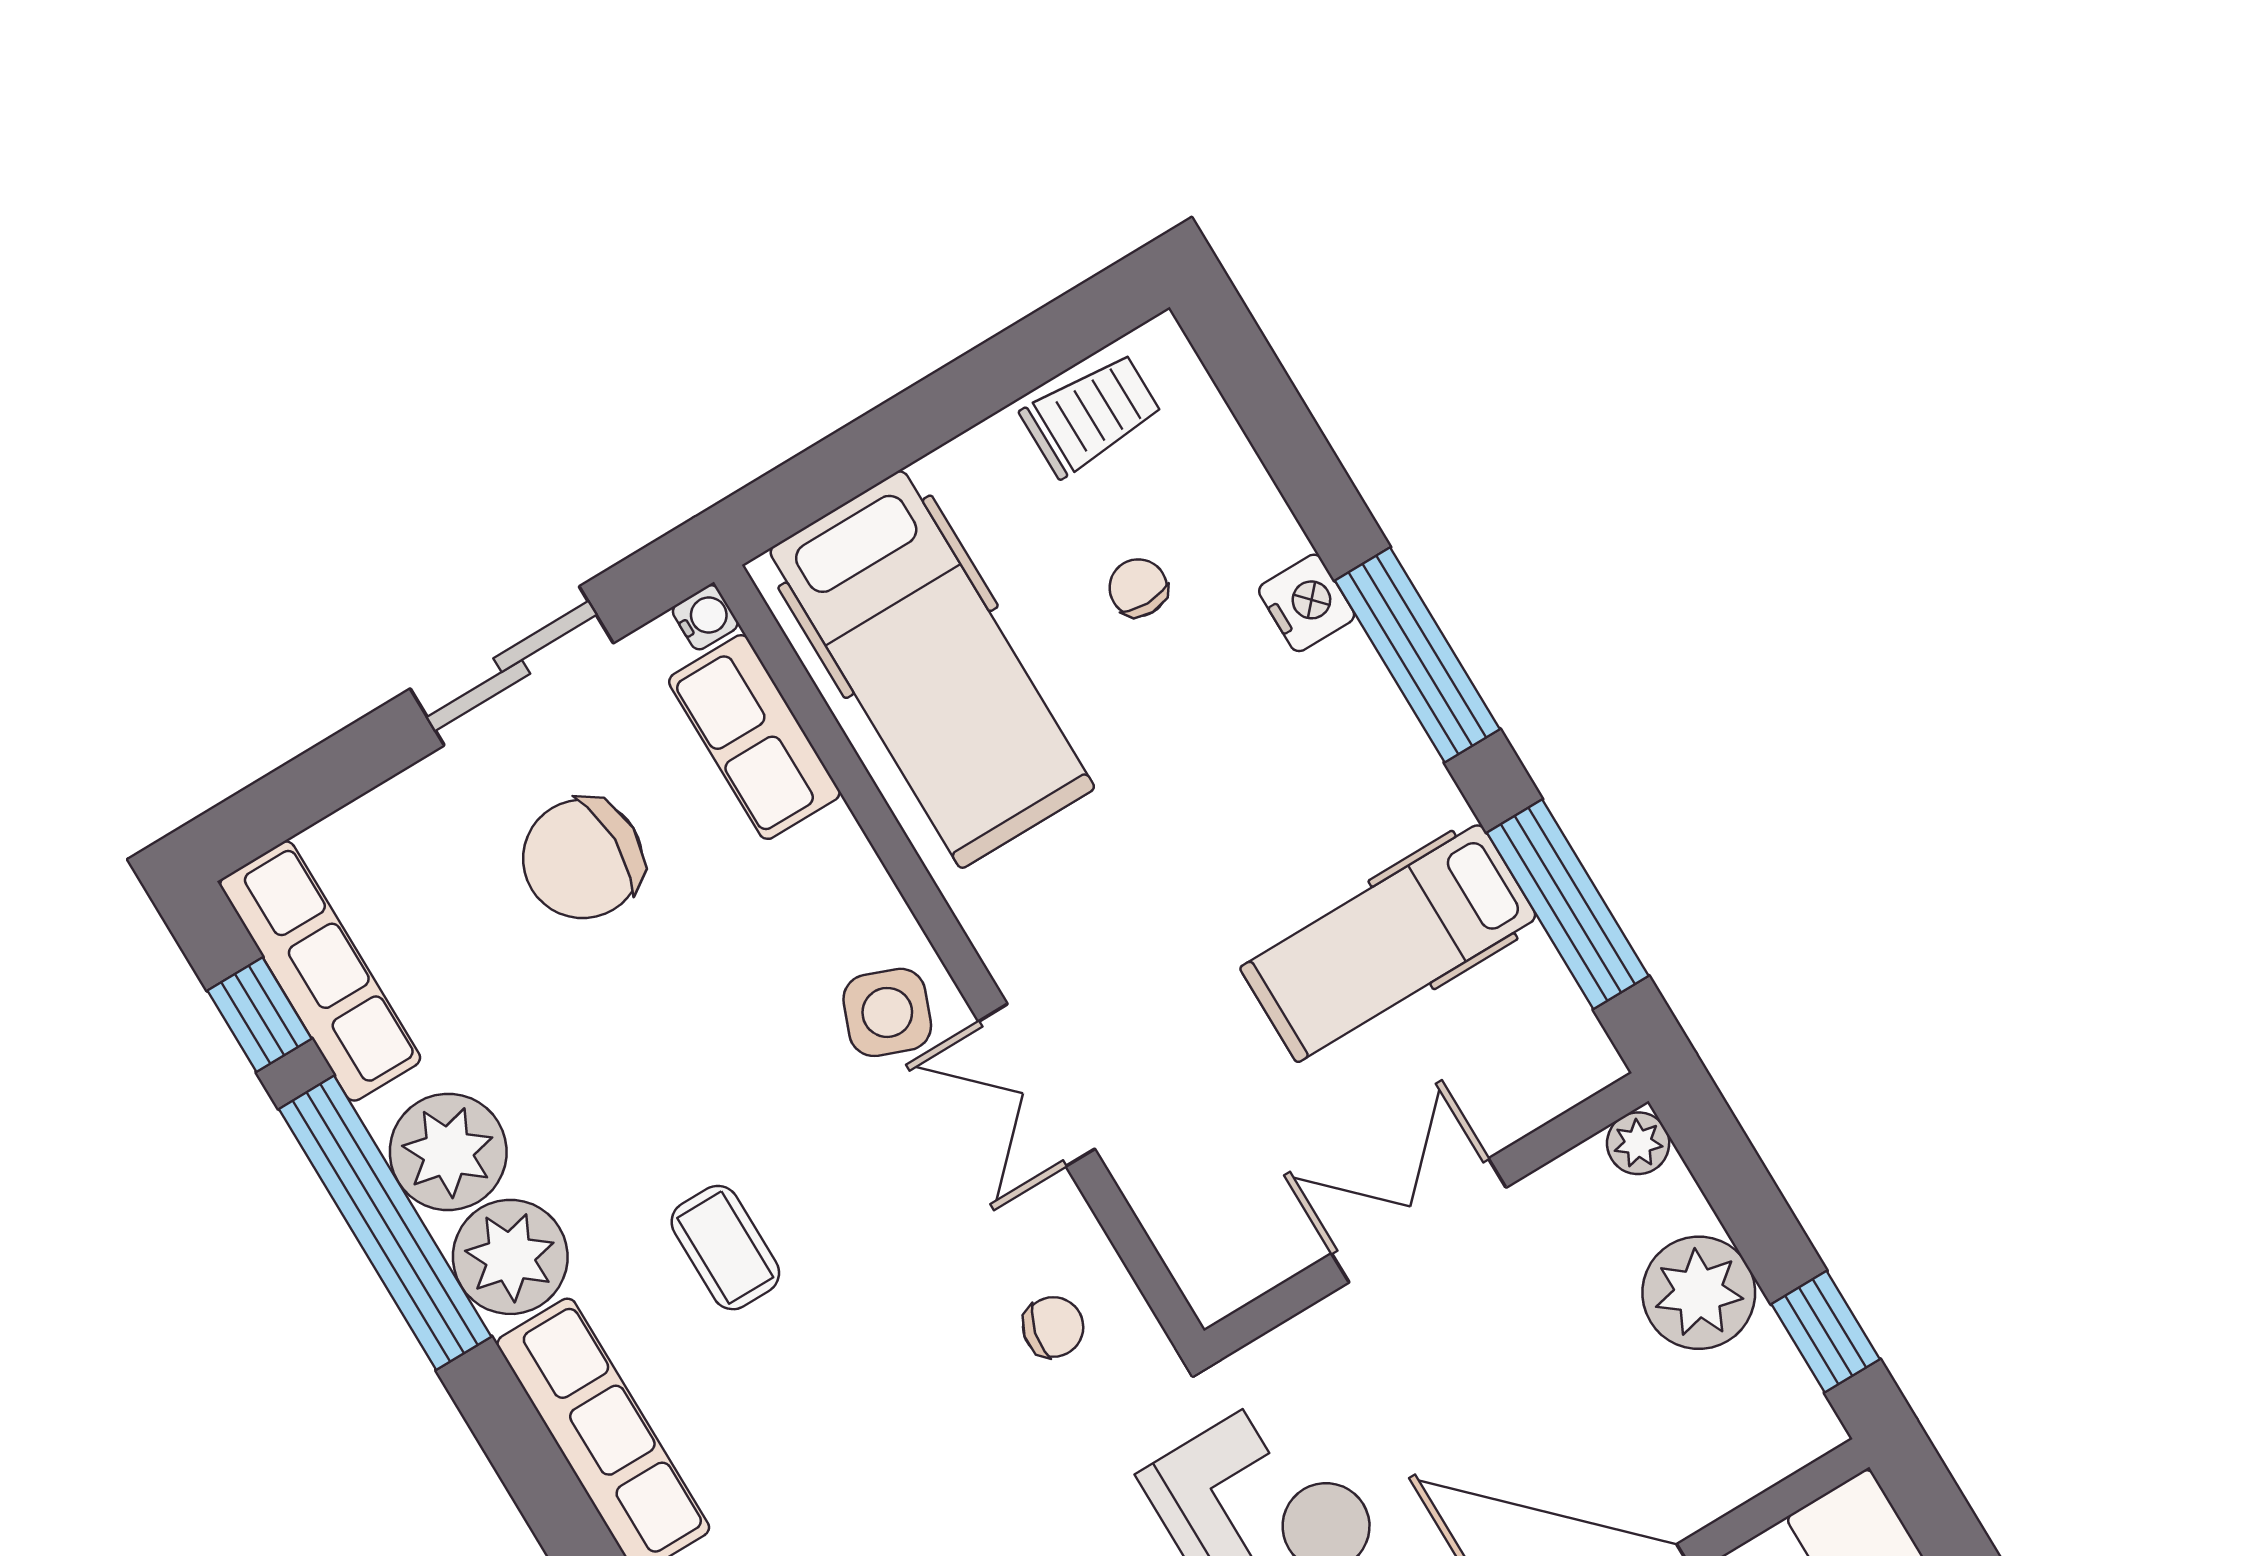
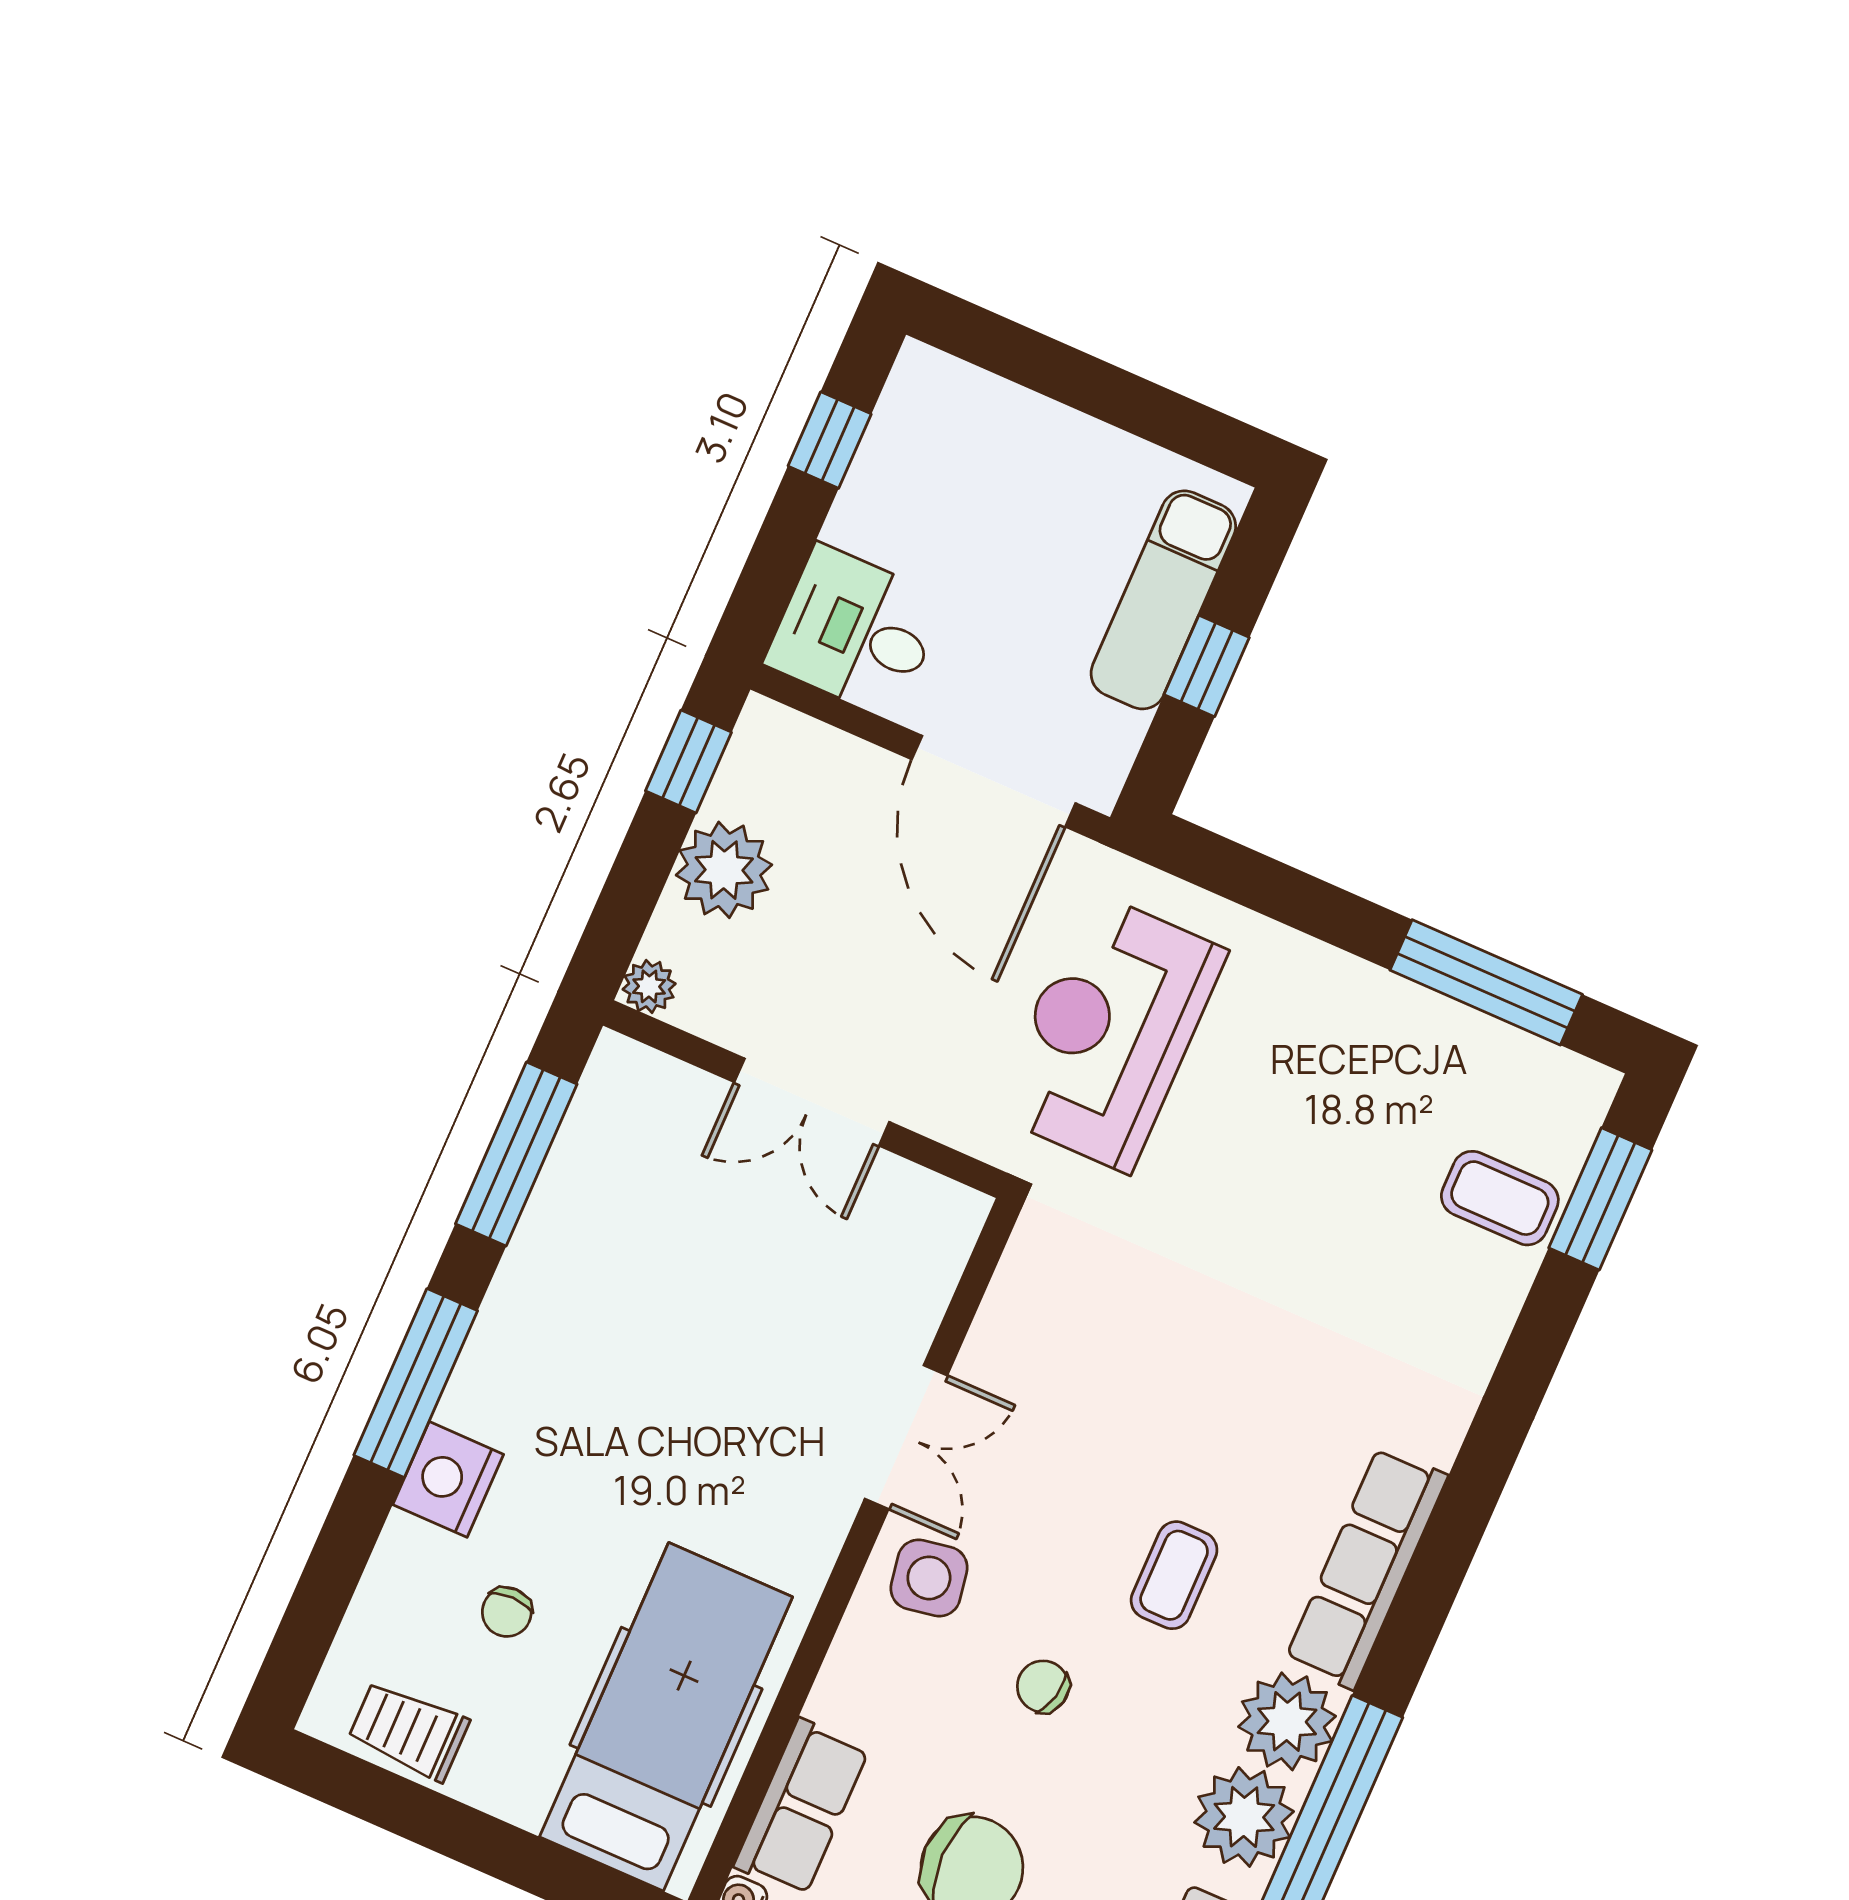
nightstand: (1307, 603) -> (448, 1479), width x1.36, depth x1.33
hospital bed: (1389, 943) -> (632, 1261), removed
side table: (887, 1012) -> (929, 1578), turned -31
chair: (1053, 1327) -> (1043, 1686), moved

